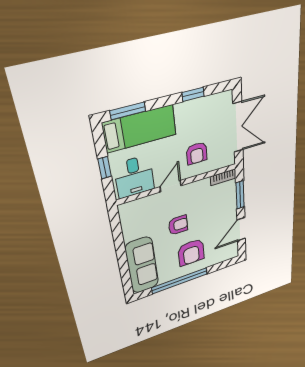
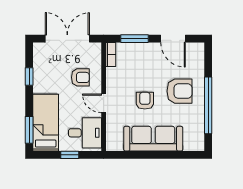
sofa: (142, 265) -> (153, 139), moved

